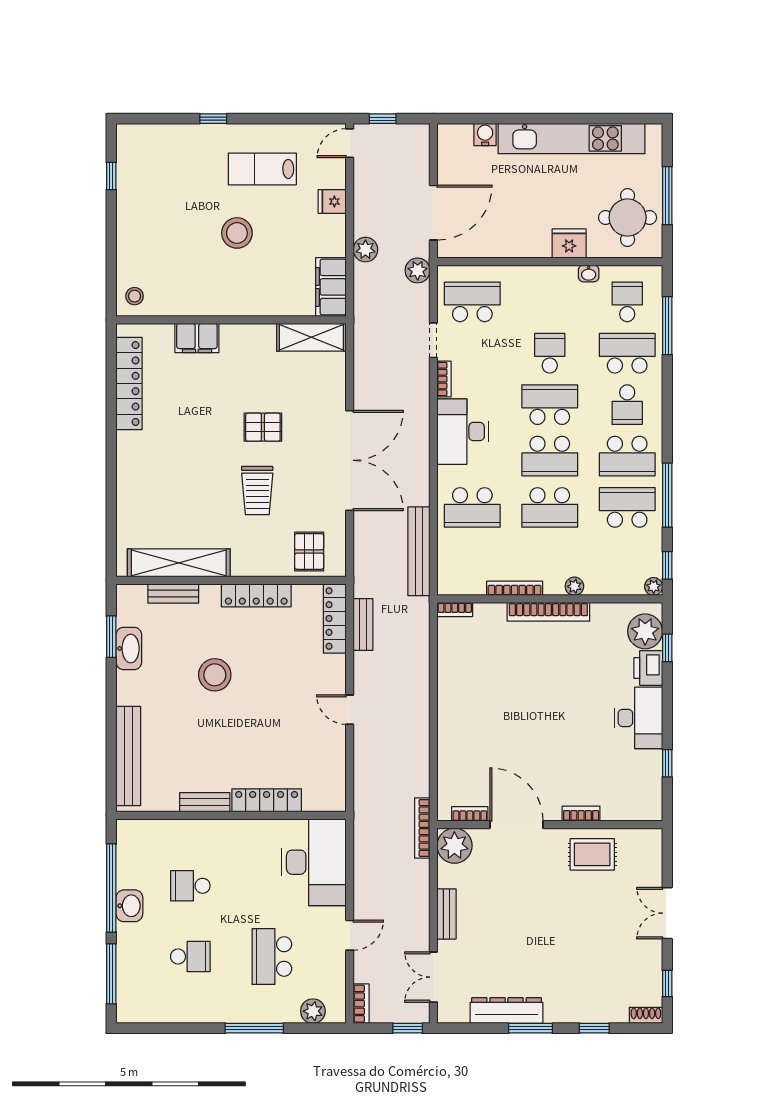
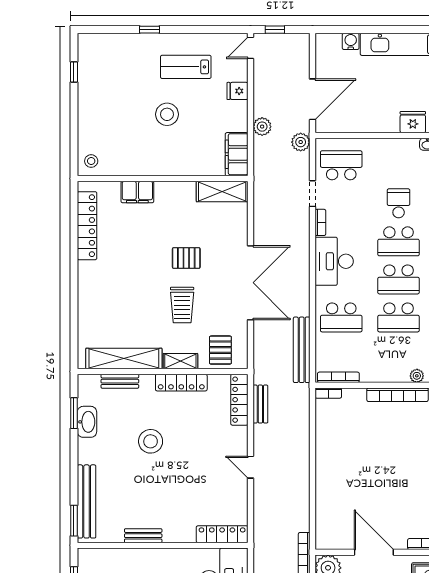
school desk: (550, 405) -> (399, 241), turned 180
shelving: (255, 566) -> (180, 361), added
bookcase: (515, 588) -> (338, 377), moved
window: (111, 782) -> (74, 521), added
locker: (267, 800) -> (222, 534), moved
bookcase: (470, 814) -> (339, 544), removed

